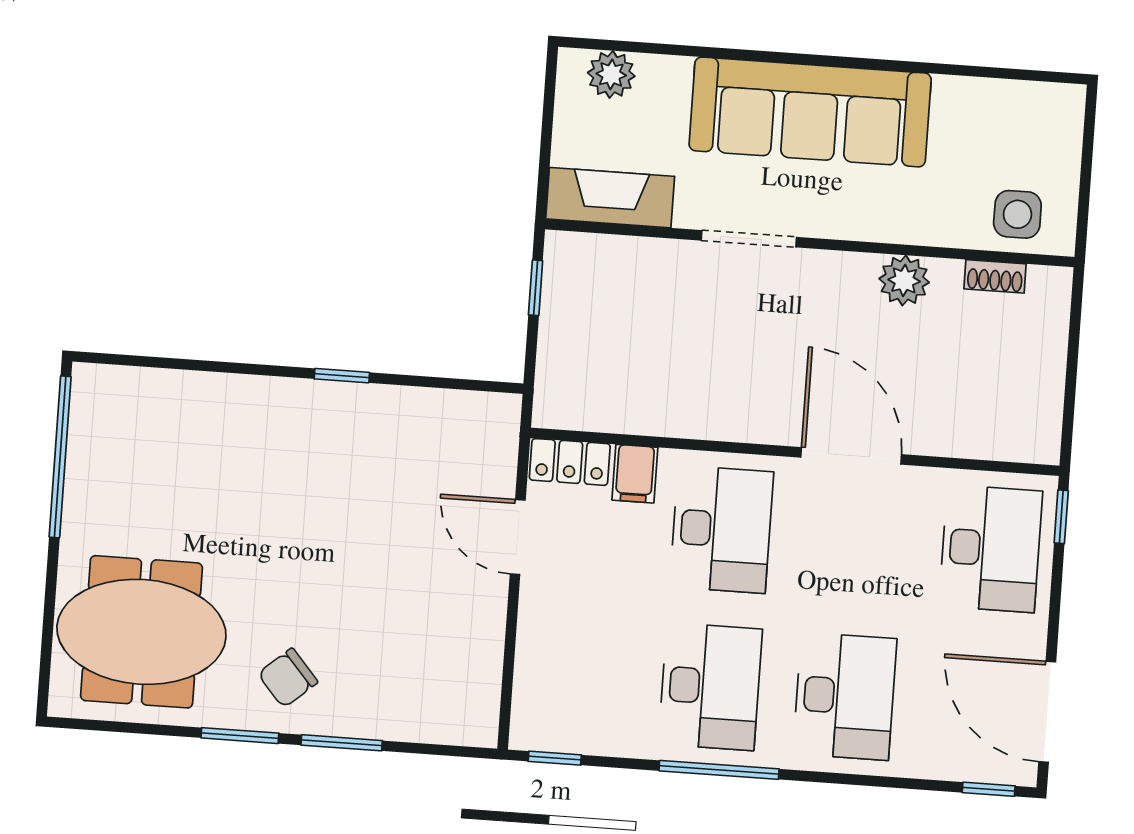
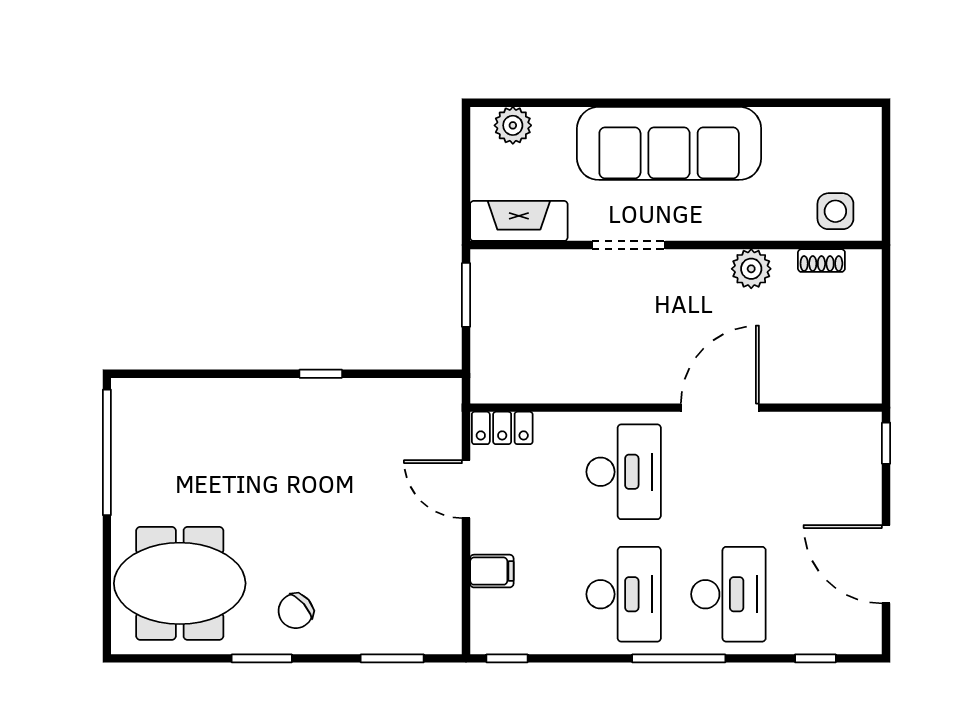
window: (536, 288) -> (466, 295), width x1.50
door: (851, 456) -> (720, 408), hinge flipped
filing cabinet: (635, 474) -> (492, 571), moved, turned -90
desk: (991, 549) -> (833, 472), removed
door: (1047, 712) -> (886, 564), moved
window: (342, 743) -> (392, 658), moved
window: (719, 770) -> (679, 658), moved
window: (989, 789) -> (815, 658), moved

